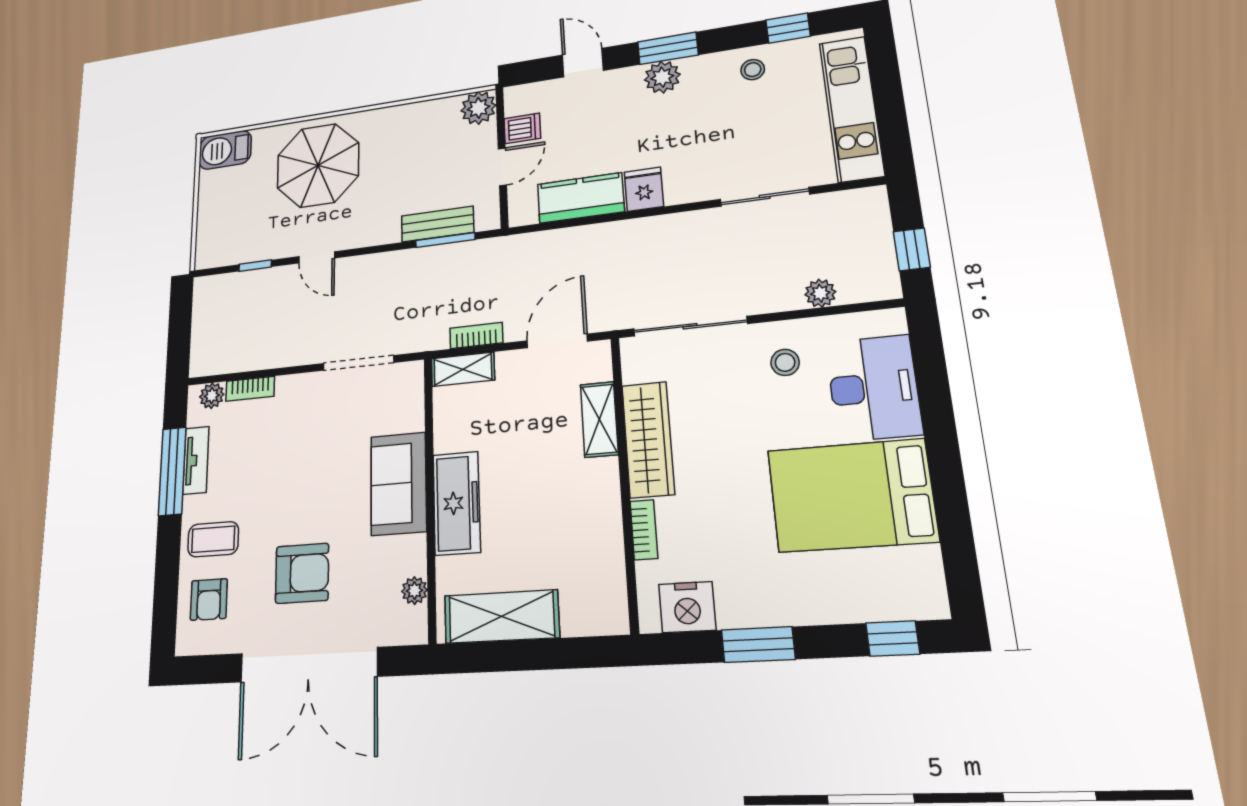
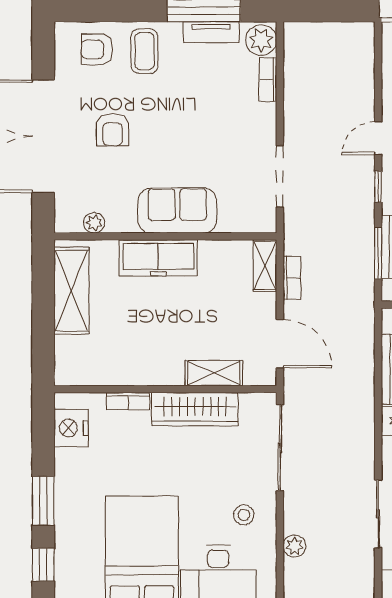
window: (255, 266) -> (378, 187), moved
plant: (212, 396) -> (261, 40), width x1.38, depth x1.38
armchair: (302, 573) -> (113, 130), width x0.72, depth x0.72
window: (758, 645) -> (43, 501), moved

